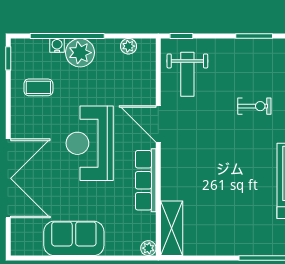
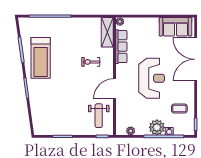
weight bench: (187, 74) -> (99, 116), turned 180
exercise bike: (254, 106) -> (91, 62), moved
door: (158, 124) -> (114, 89), swing flipped
row of seats: (146, 180) -> (121, 47), moved
sofa: (74, 238) -> (175, 27), moved

